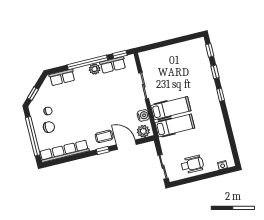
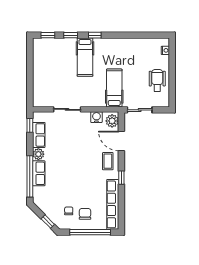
window: (87, 62) -> (30, 176), moved
row of seats: (62, 77) -> (39, 173), moved
hospital bed: (171, 108) -> (85, 57), moved, turned 180
door: (126, 145) -> (121, 141), hinge flipped
window: (103, 150) -> (121, 178), moved
sliding door: (163, 167) -> (140, 110), moved

